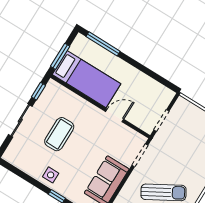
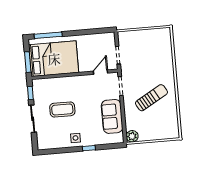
bed: (87, 79) -> (54, 59), width x1.50
door: (115, 115) -> (100, 72), moved
coffee table: (59, 134) -> (62, 109), turned 90

